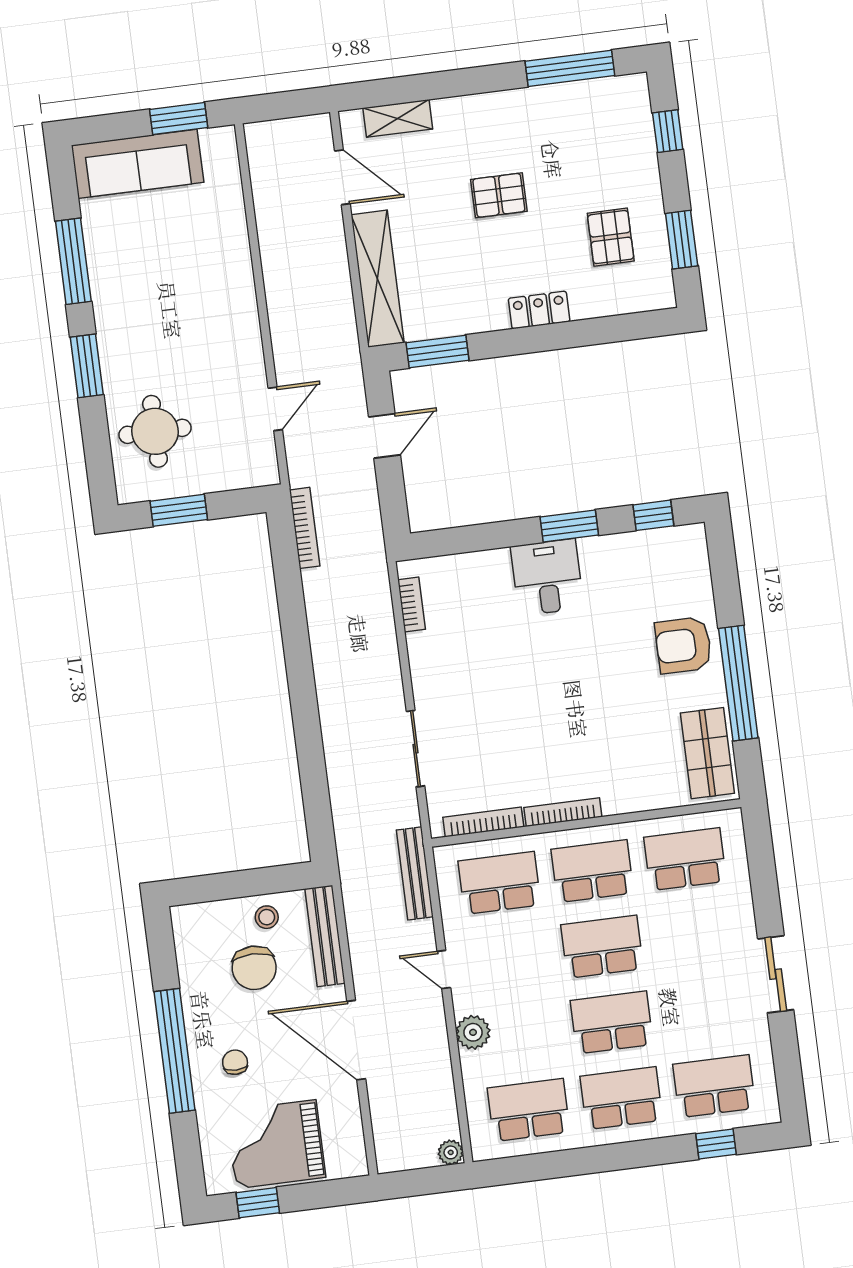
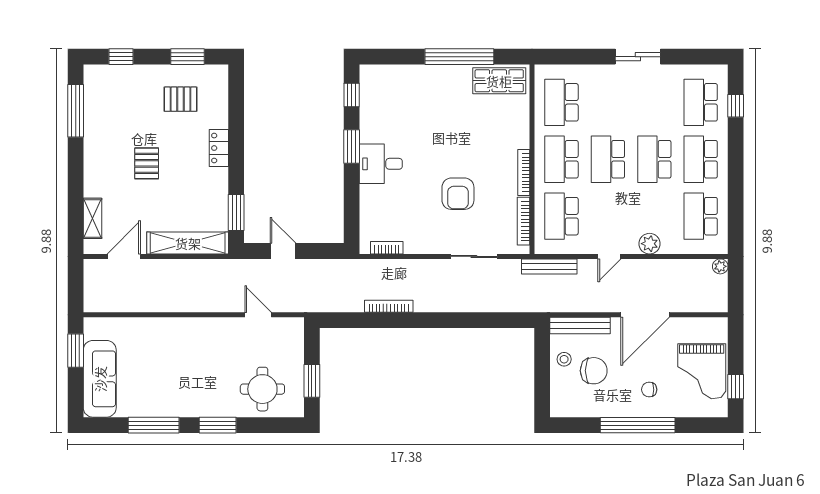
bookcase: (305, 528) -> (389, 306), moved
armchair: (683, 645) -> (458, 194), moved

